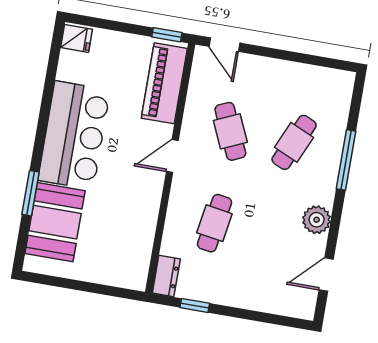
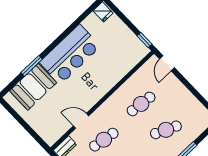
piano: (164, 83) -> (127, 61), removed
cafe table: (230, 131) -> (141, 104), turned 30
door: (172, 156) -> (81, 121), moved

